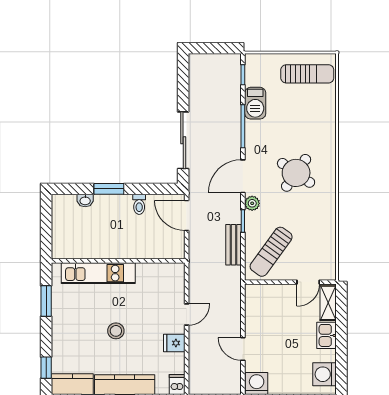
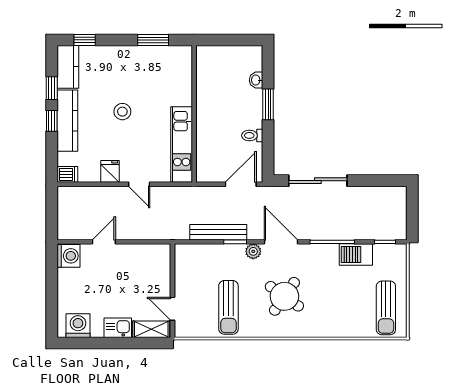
bench: (233, 245) -> (218, 232), width x1.36
sun lounger: (271, 252) -> (228, 307), moved, turned -126
kitchen unit: (98, 273) -> (182, 145), moved

